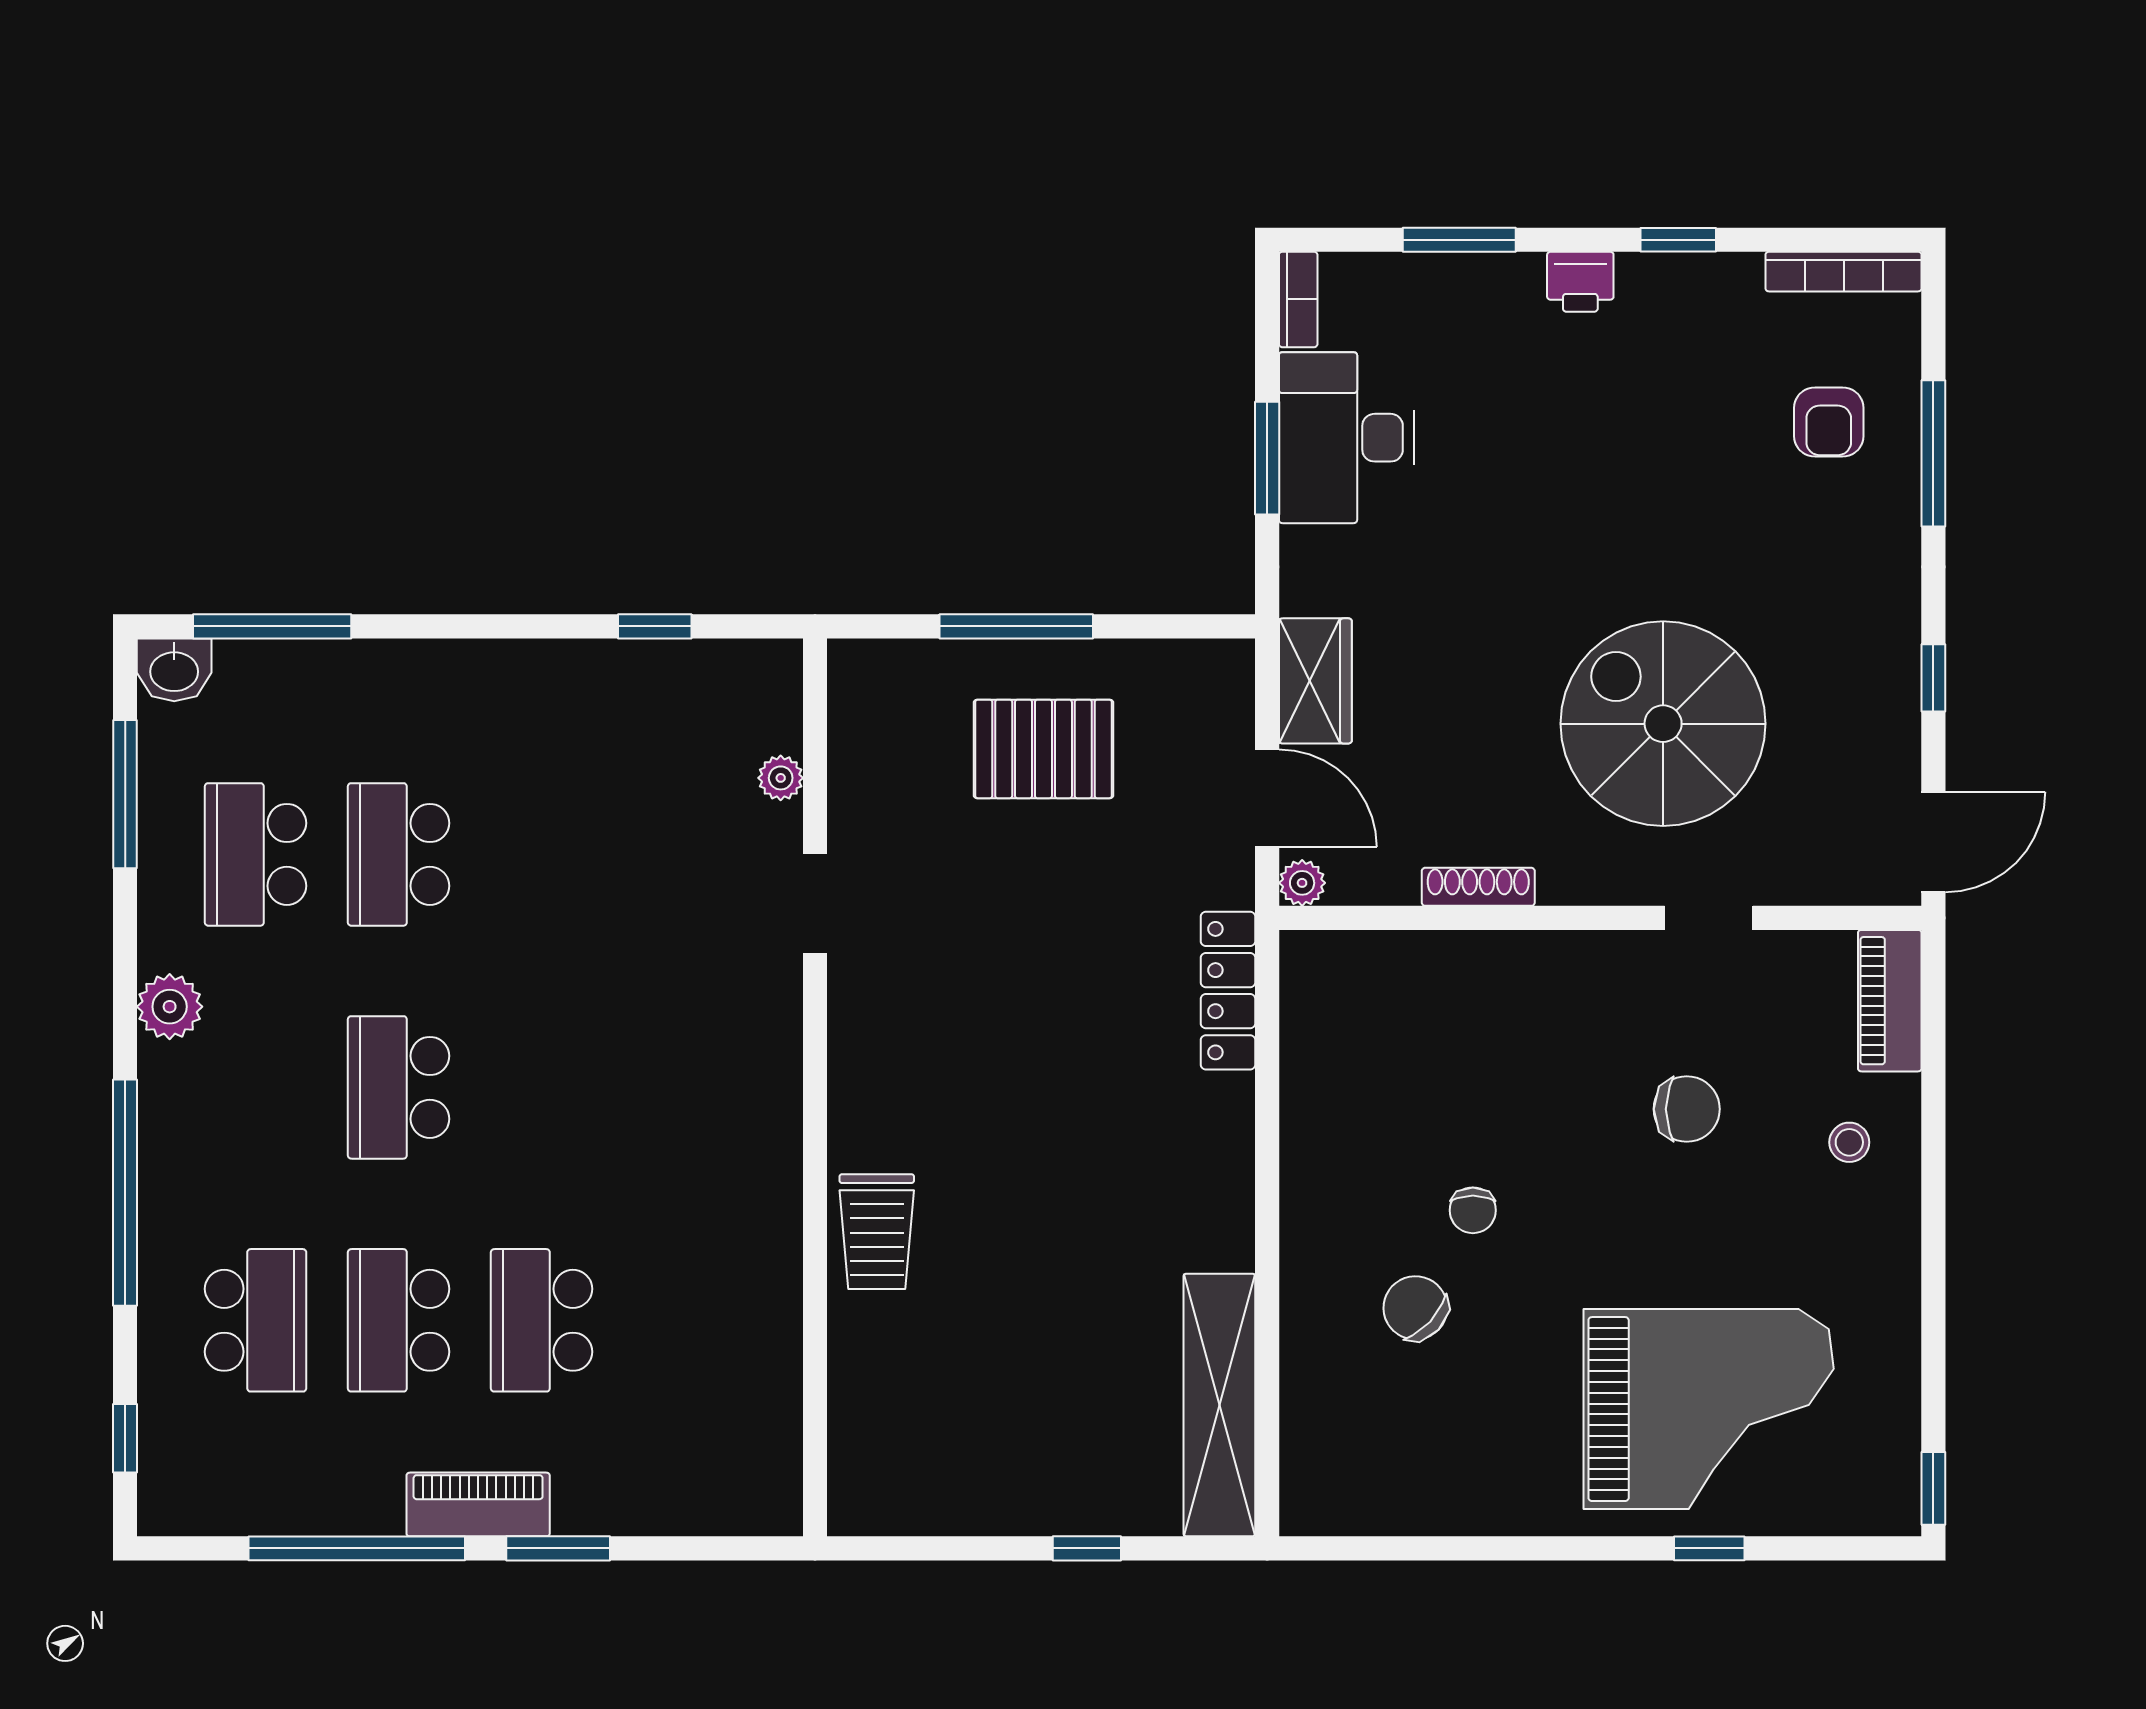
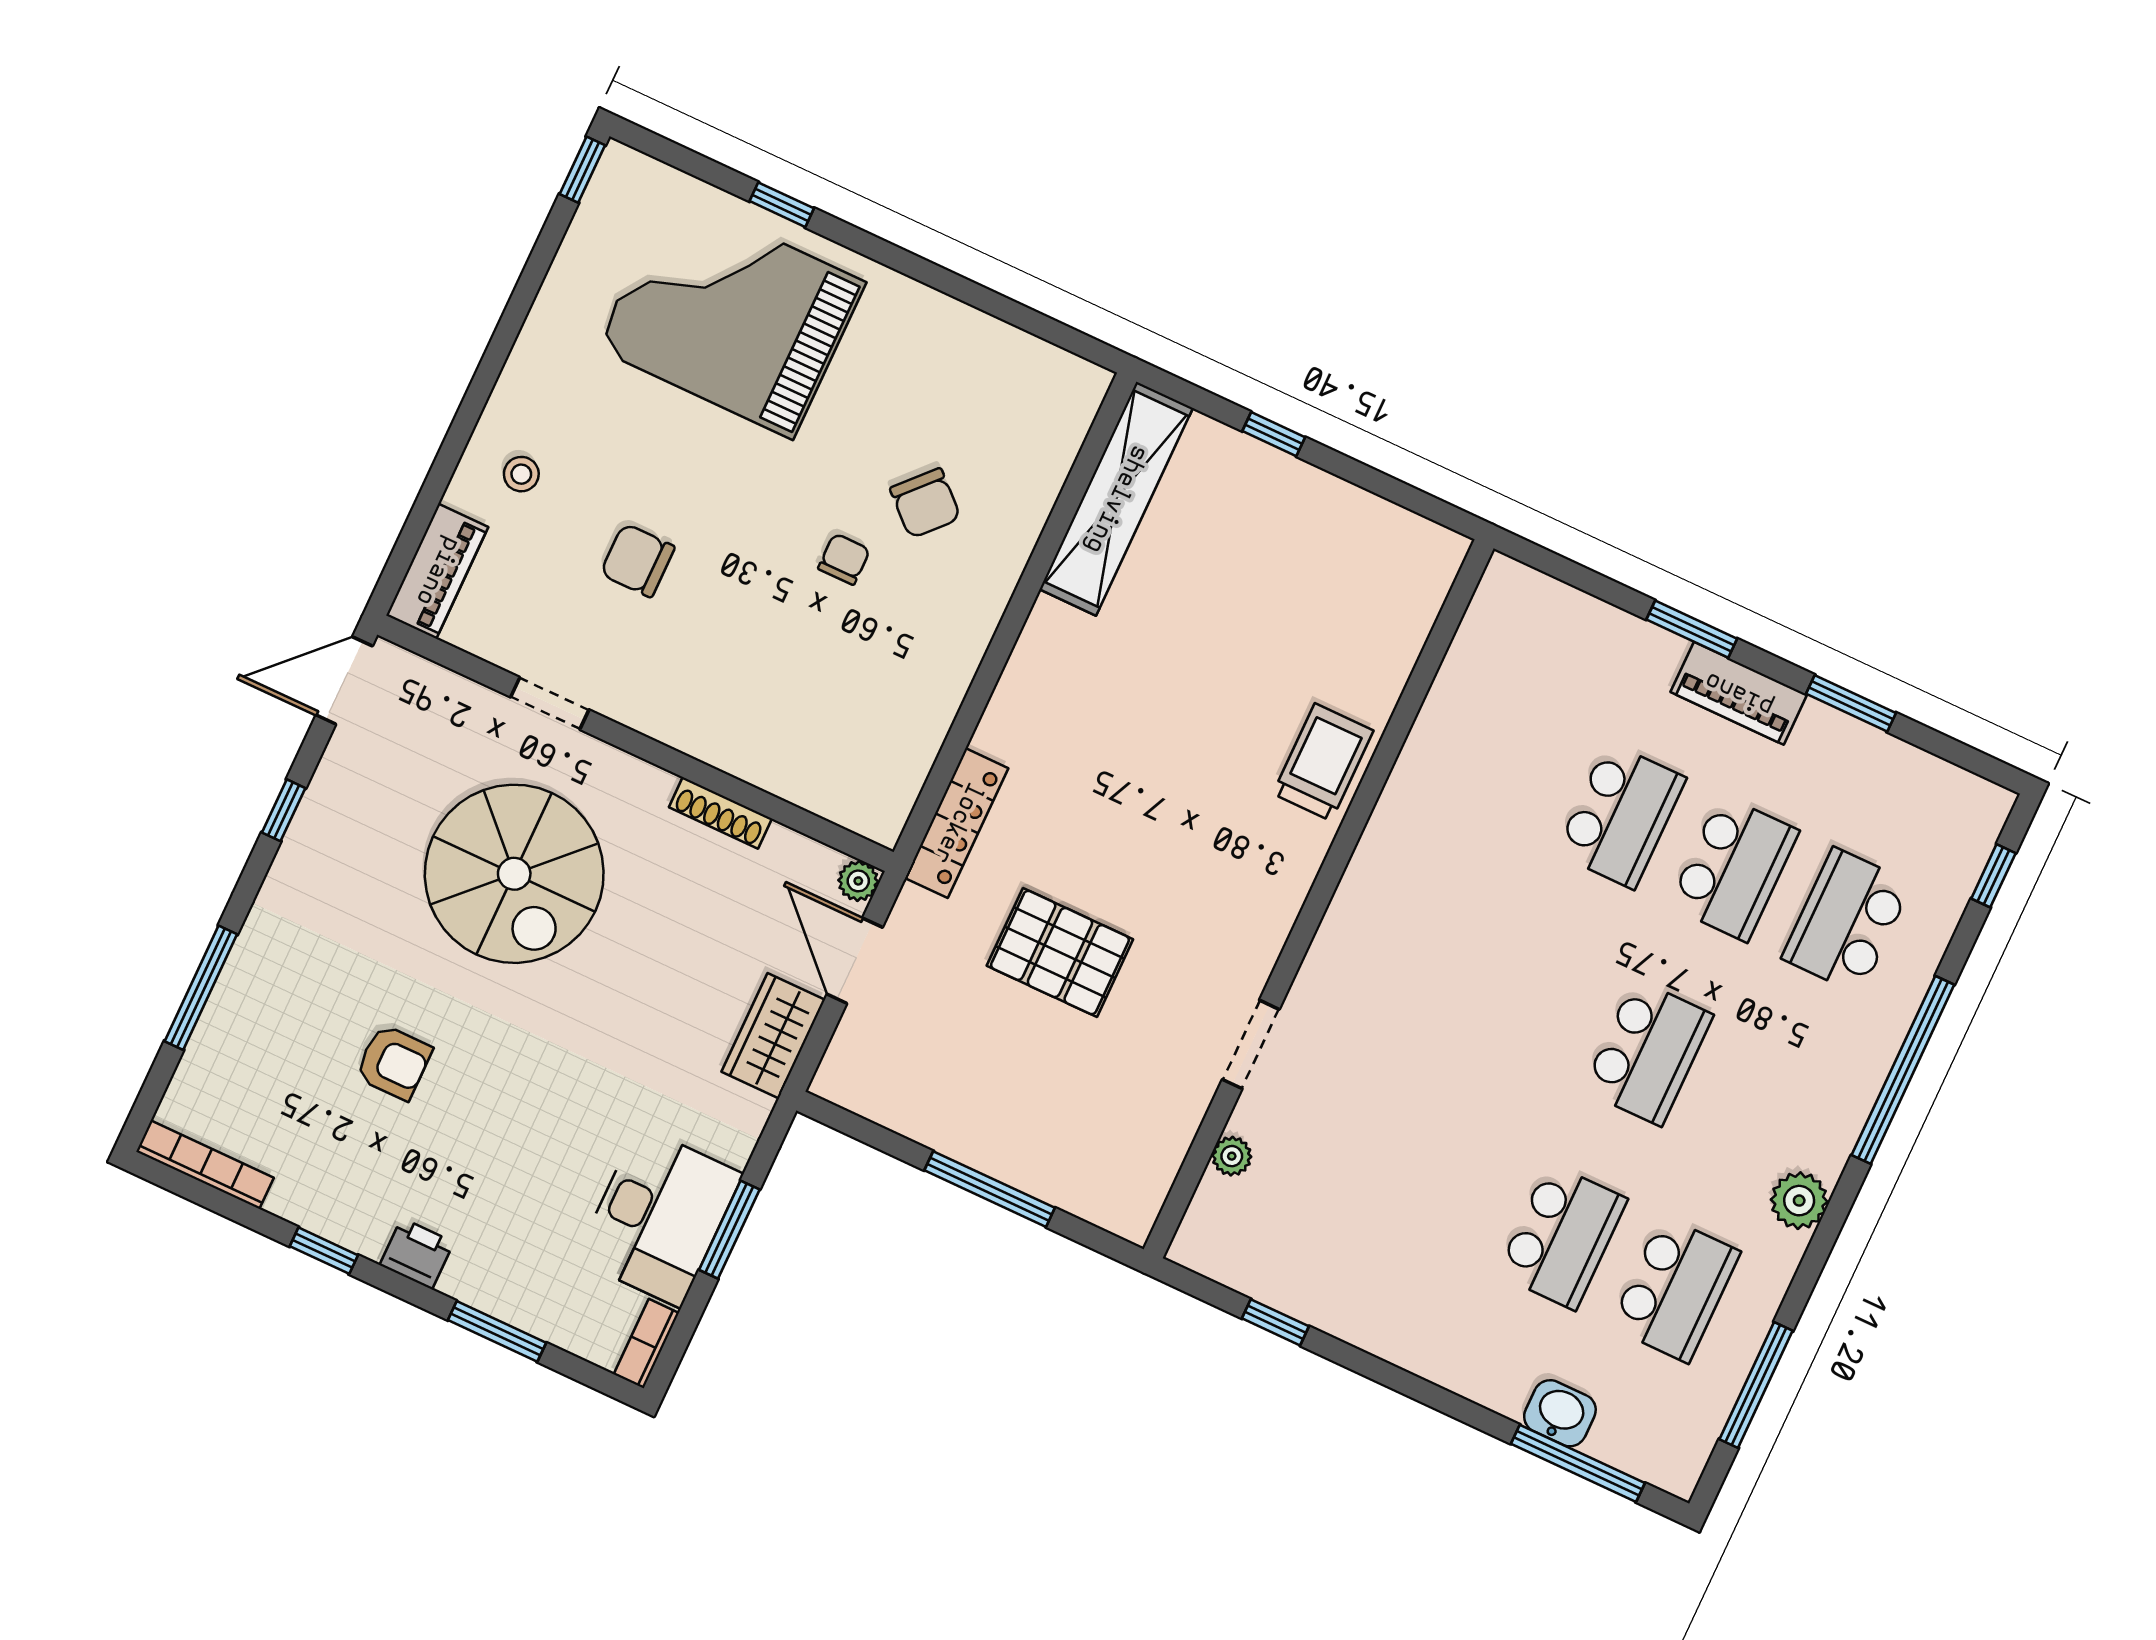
armchair: (1829, 422) -> (394, 1062), moved, turned 90
washbasin: (174, 670) -> (1560, 1413), moved
pallet: (1043, 749) -> (1060, 953), moved
window: (357, 1548) -> (1851, 703), width x0.47

